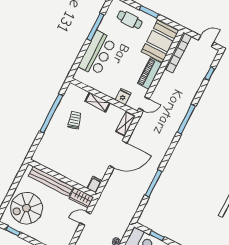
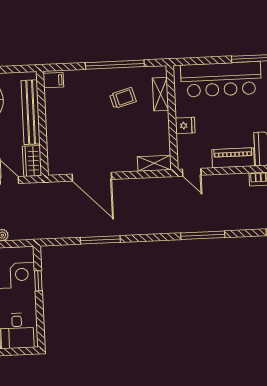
bar counter: (97, 53) -> (221, 79), width x1.36
fridge: (123, 97) -> (185, 125), moved
shelving: (98, 102) -> (160, 94), moved
door: (118, 154) -> (92, 177), moved
filing cabinet: (94, 185) -> (53, 80), moved

